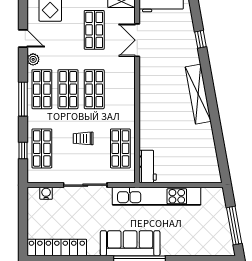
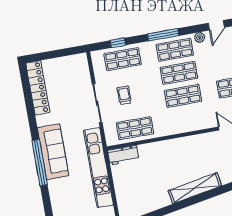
trolley: (83, 138) -> (124, 95), moved
water cooler: (46, 193) -> (84, 70), removed

